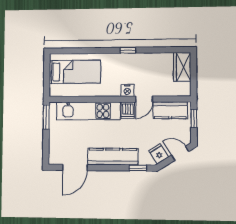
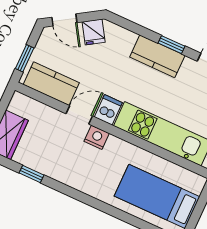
window: (128, 50) -> (31, 174), moved
kitchen counter: (113, 157) -> (157, 56), width x0.67
window: (138, 168) -> (171, 45), moved

